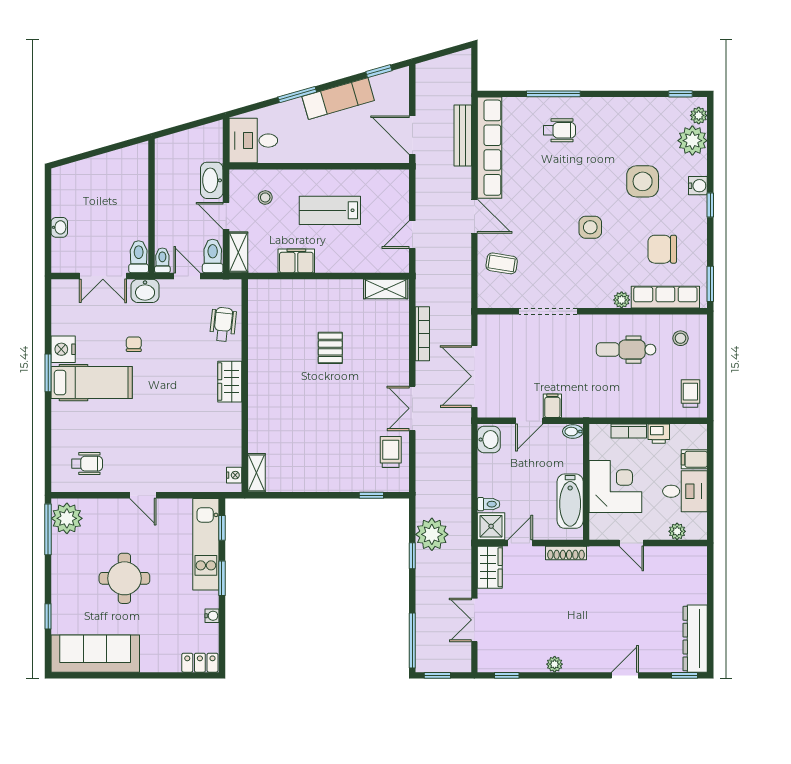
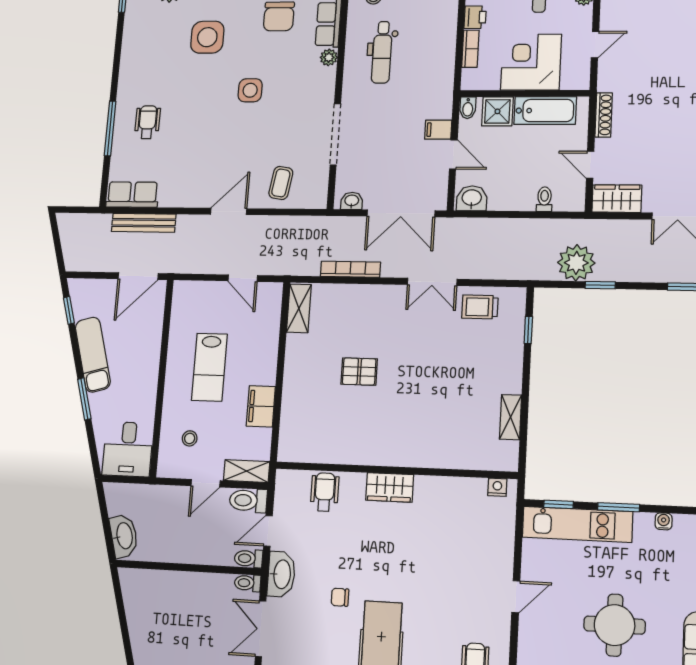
row of seats: (489, 148) -> (132, 195), width x0.50
washbasin: (212, 180) -> (124, 536), moved, turned -106
toilet: (139, 257) -> (248, 583), width x0.73, depth x0.72
double door: (103, 276) -> (261, 629), swing flipped
washbasin: (145, 291) -> (281, 574), width x1.38
wheelchair: (223, 324) -> (325, 492), turned 84
washbasin: (485, 331) -> (352, 201), added
shelving: (257, 473) -> (510, 417), moved, turned 90
shower: (491, 526) -> (497, 111), moved

